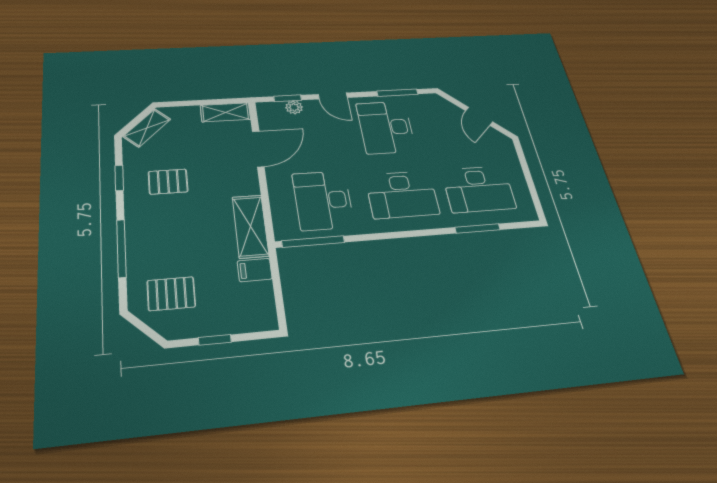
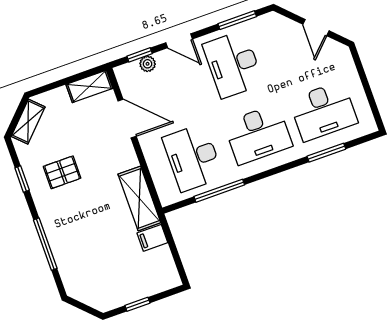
door: (258, 149) -> (127, 119), hinge flipped
window: (313, 242) -> (219, 191), moved
pallet: (171, 294) -> (95, 274), removed

